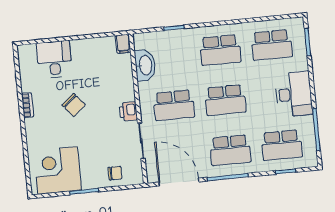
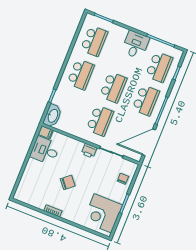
desk: (54, 59) -> (45, 151), moved
washbasin: (145, 65) -> (53, 116), moved, turned 90
desk: (294, 94) -> (135, 45), width x0.73

